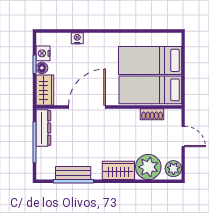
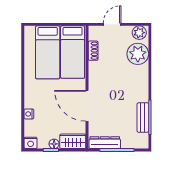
nightstand: (43, 53) -> (31, 143), moved
wardrobe: (118, 170) -> (141, 79), removed

